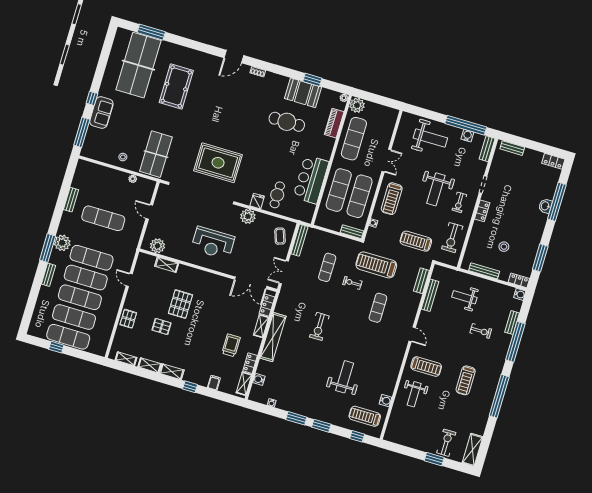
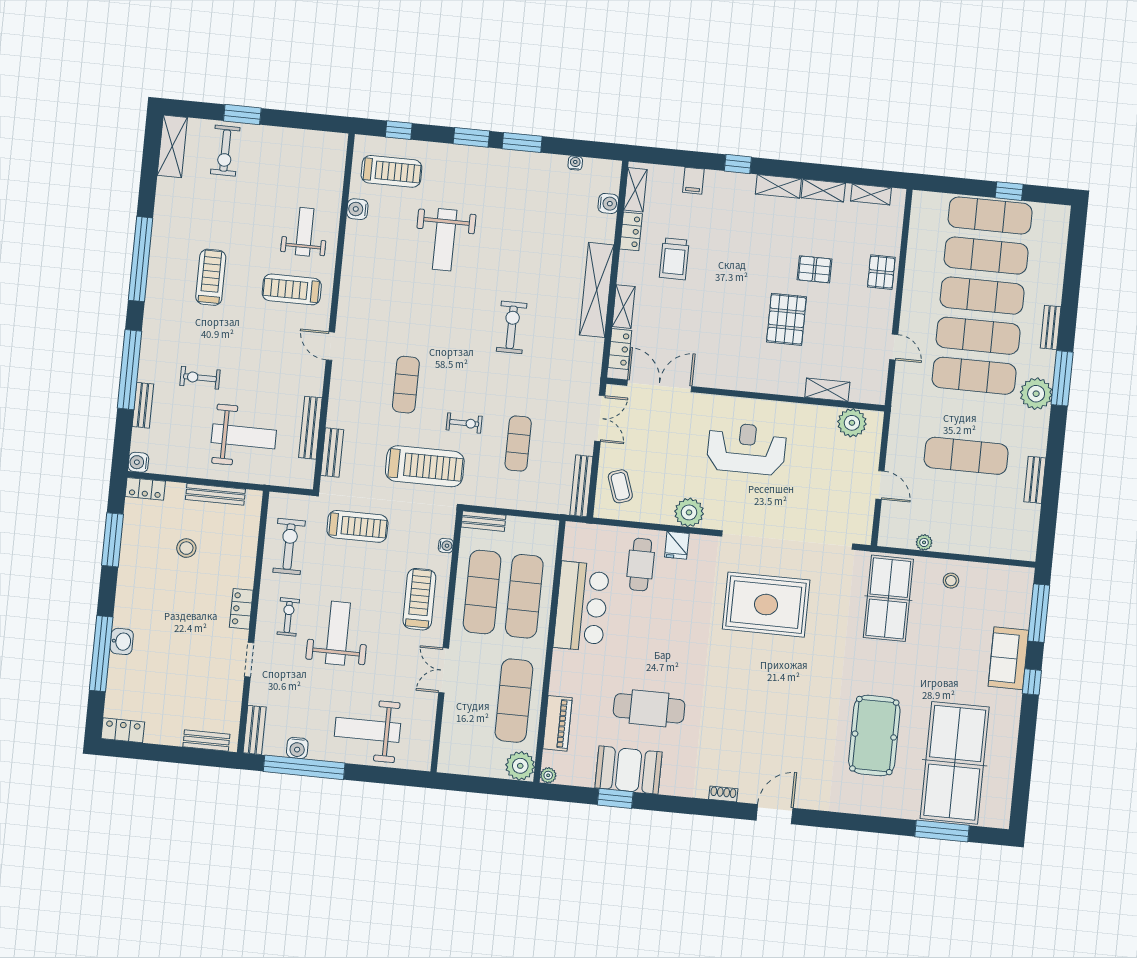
weight bench: (464, 297) -> (244, 436), width x1.36, depth x1.33

